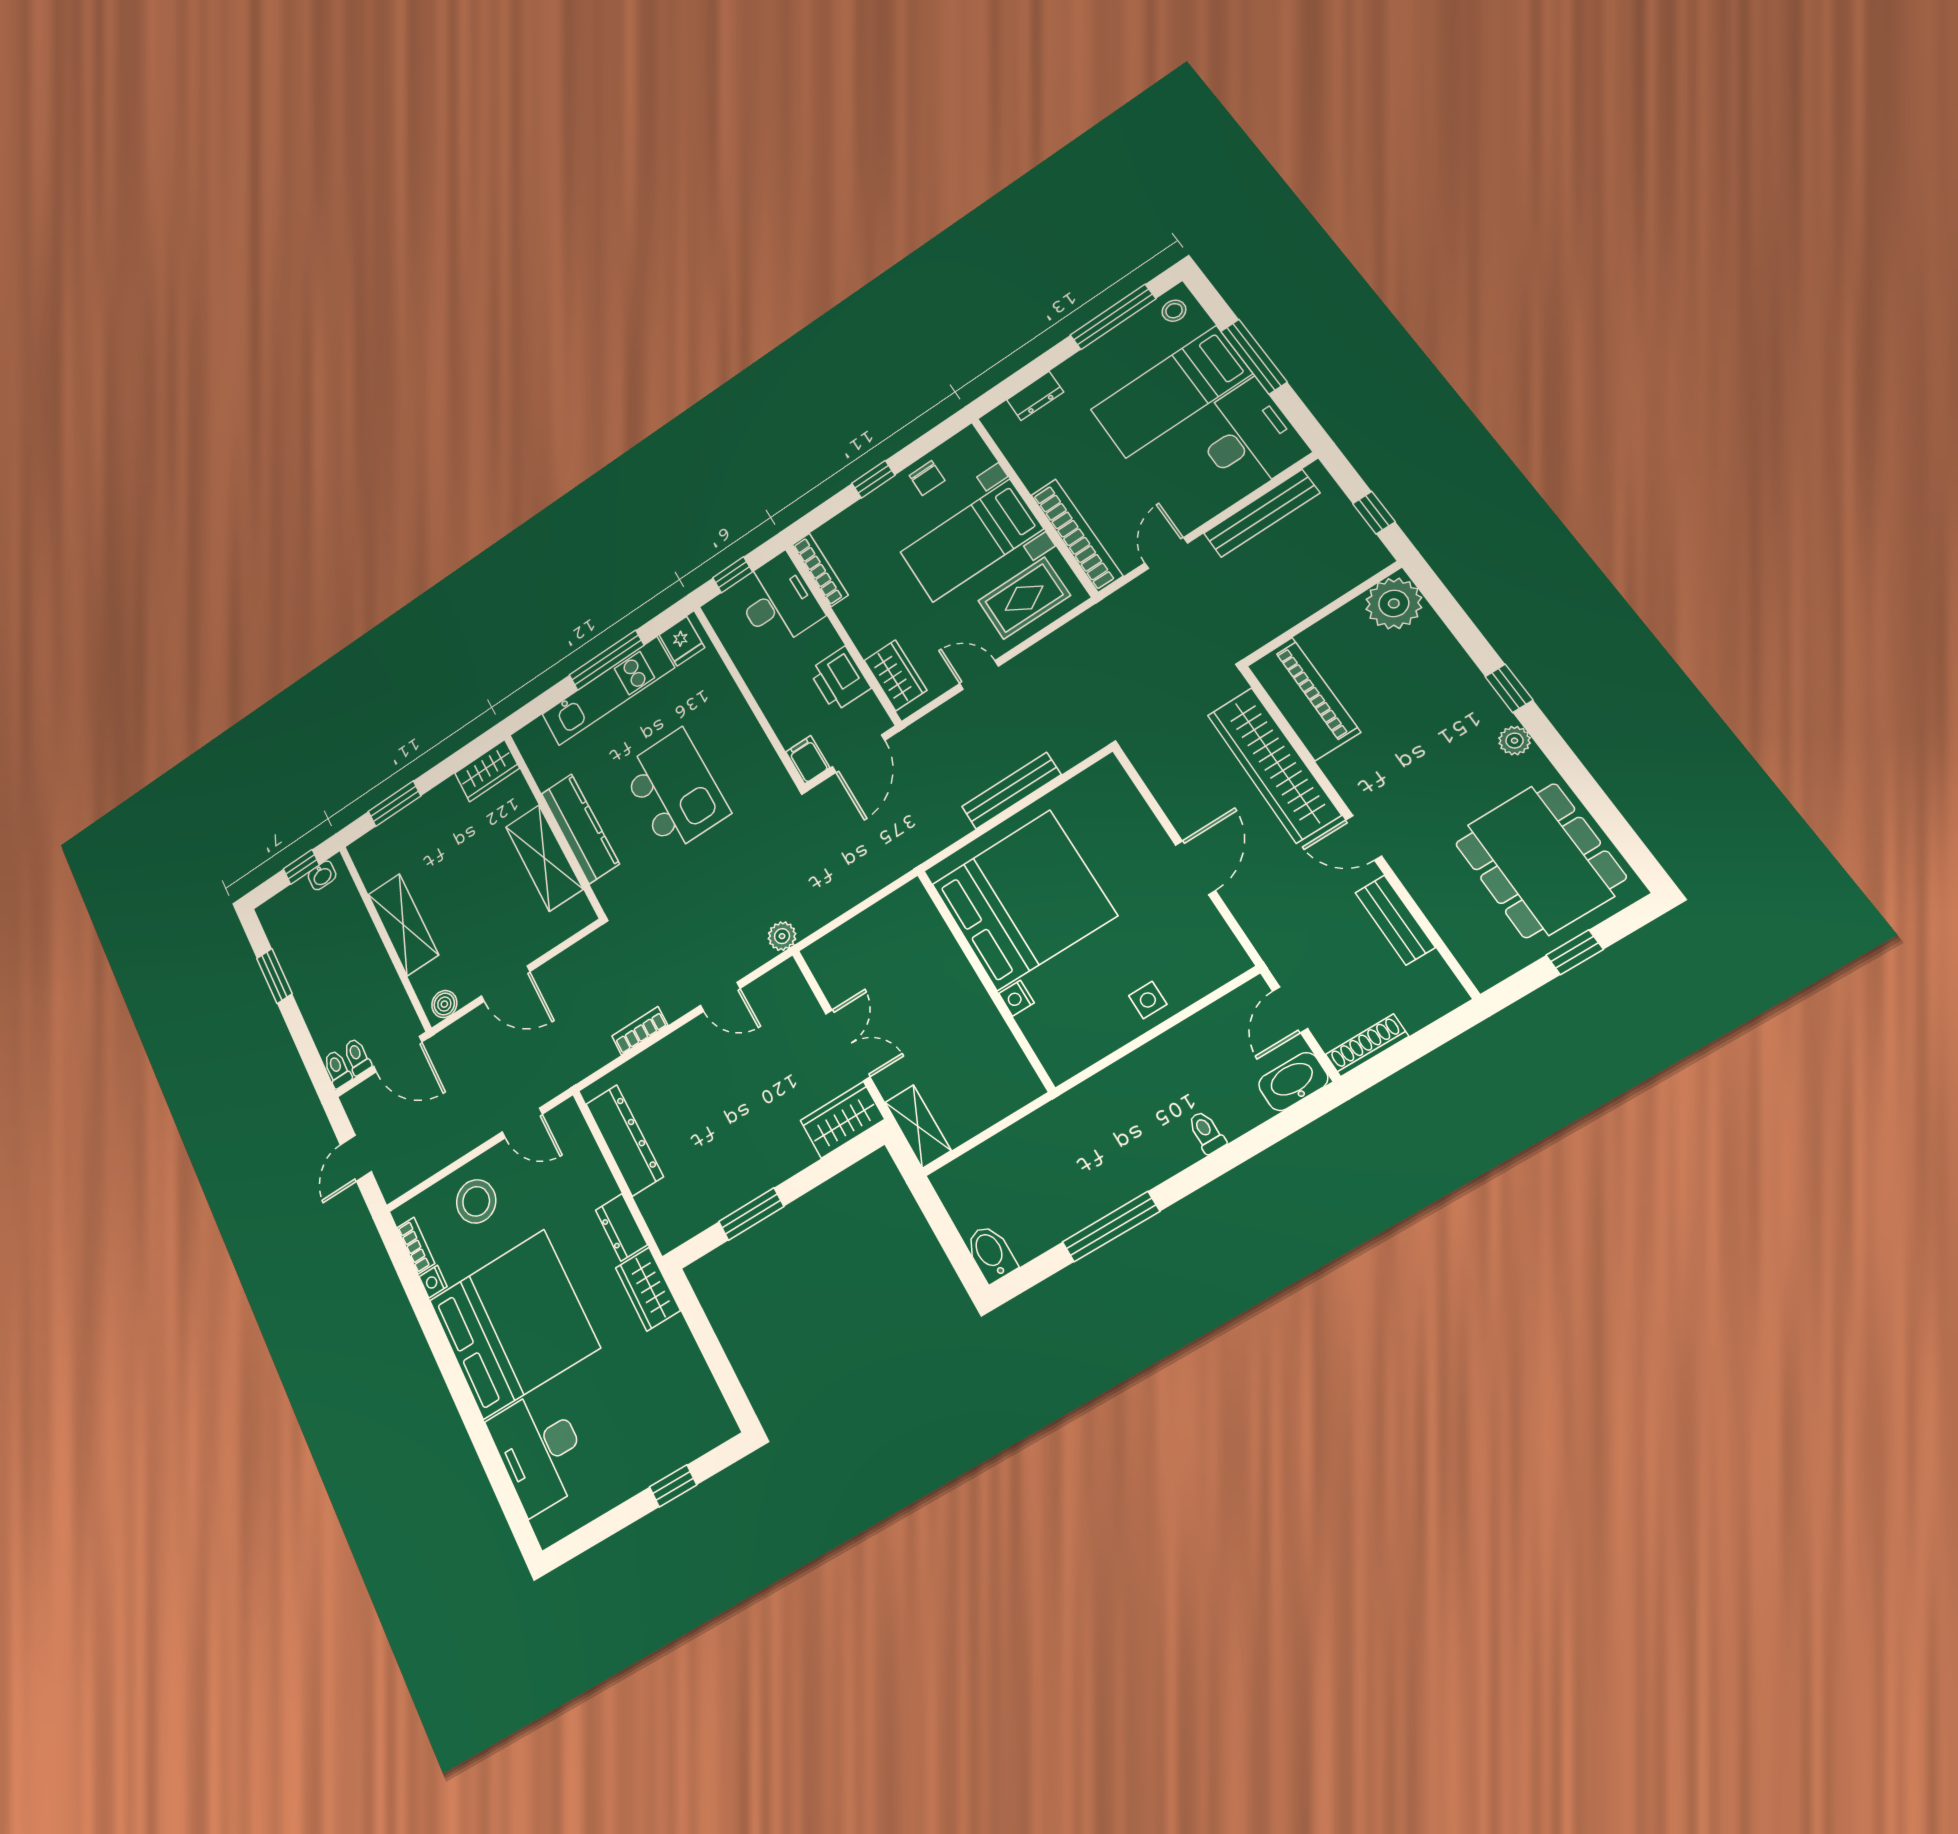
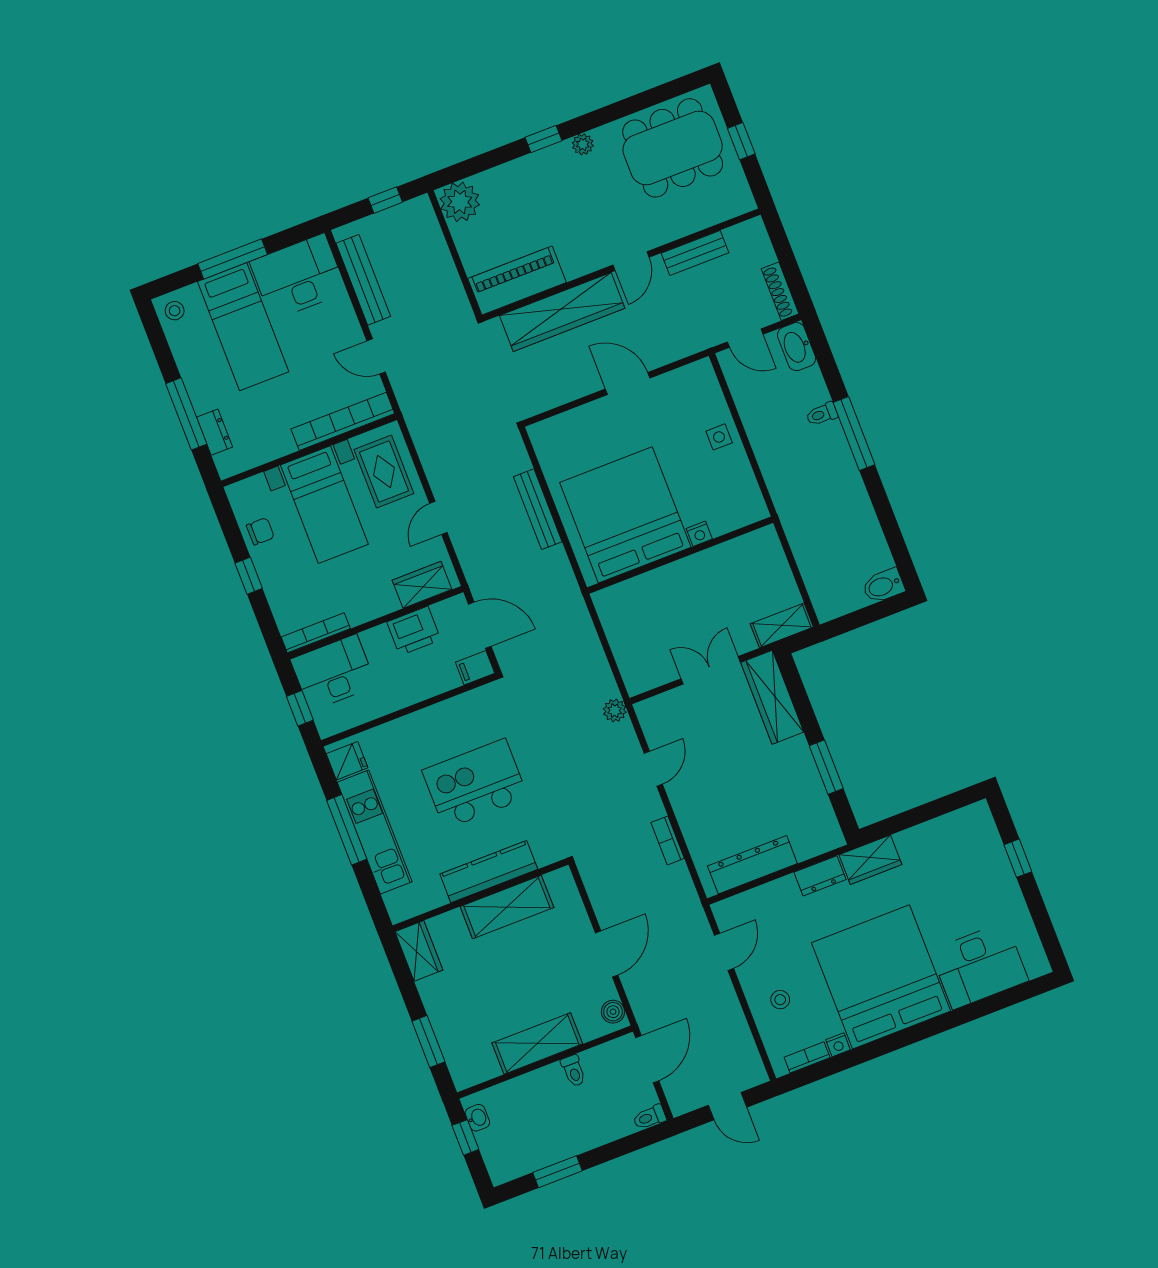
window: (1113, 317) -> (186, 414), moved
toilet: (357, 1056) -> (573, 1071), moved, turned -90
wardrobe: (842, 1120) -> (772, 697), width x1.50
stool: (476, 1201) -> (780, 1000), width x0.53, depth x0.53
window: (1111, 1227) -> (854, 433), moved

